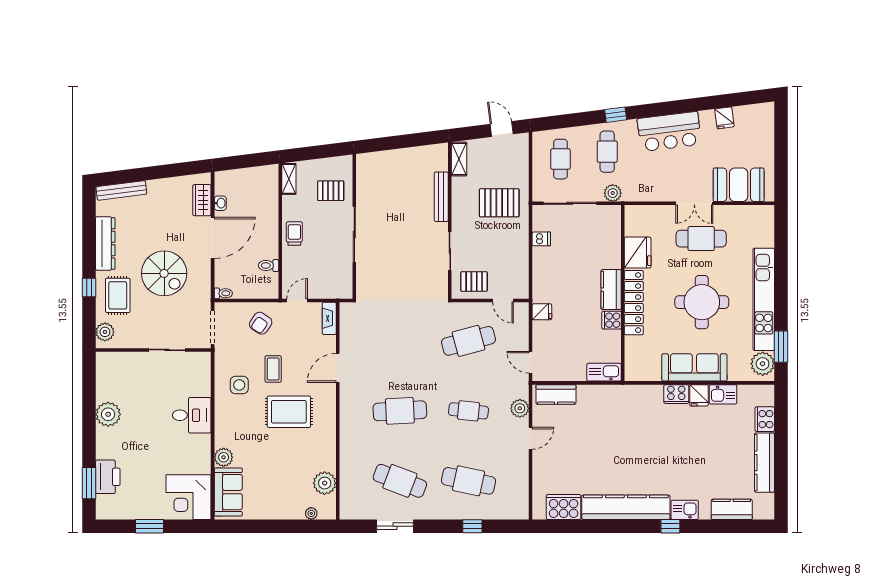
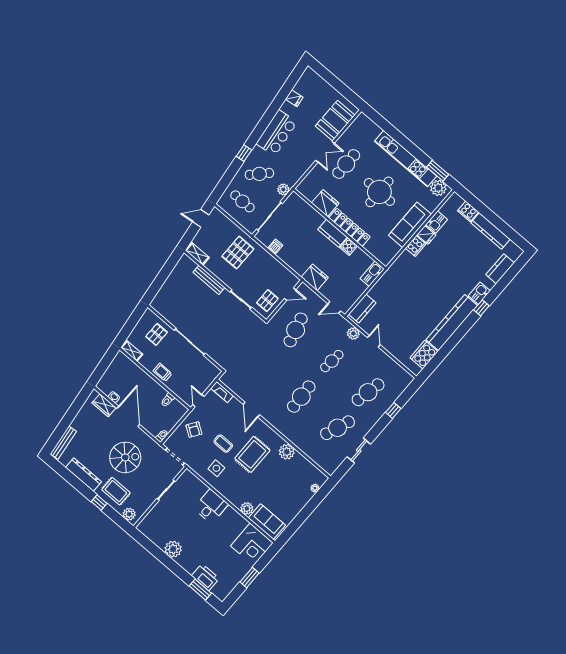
cafe table: (607, 152) -> (259, 174), turned -46
fridge: (542, 312) -> (315, 277), width x1.88, depth x1.34
plant: (325, 483) -> (287, 452), moved

